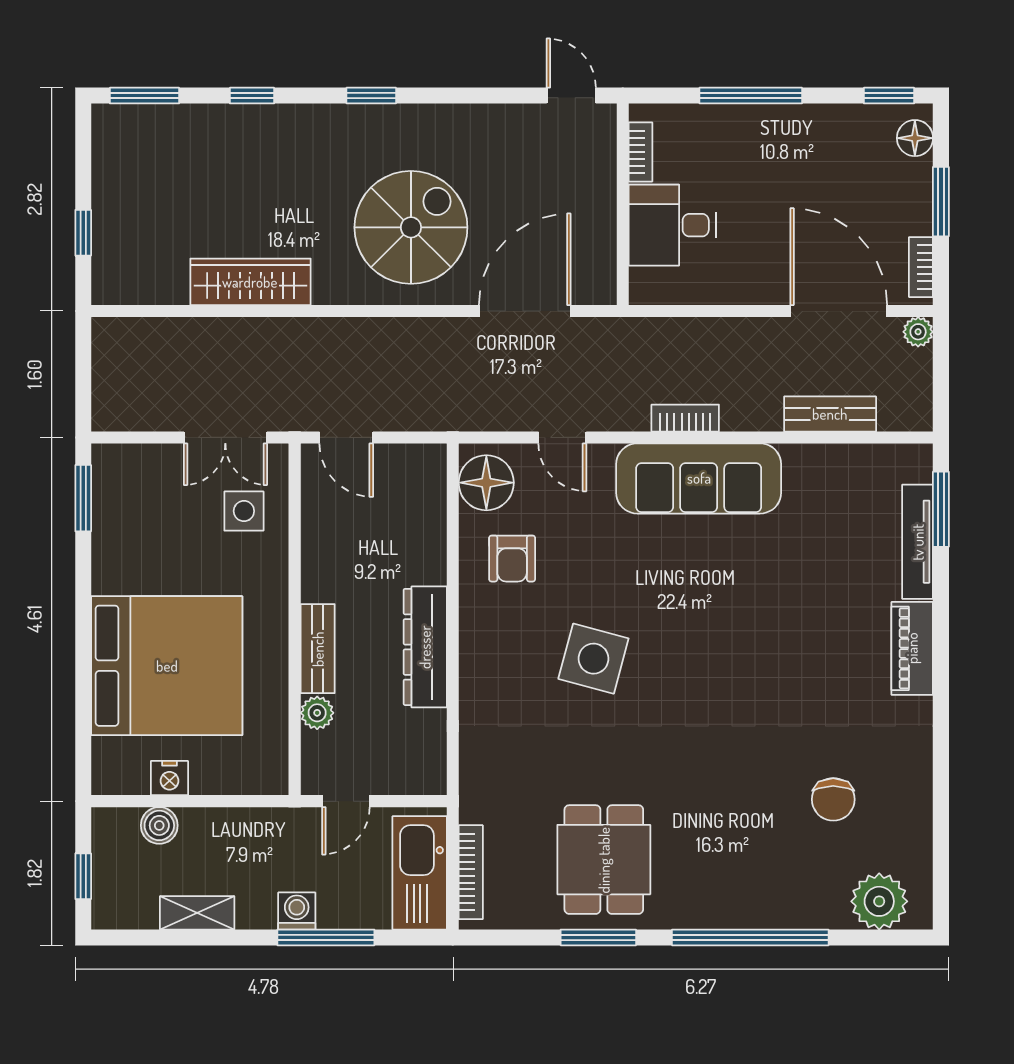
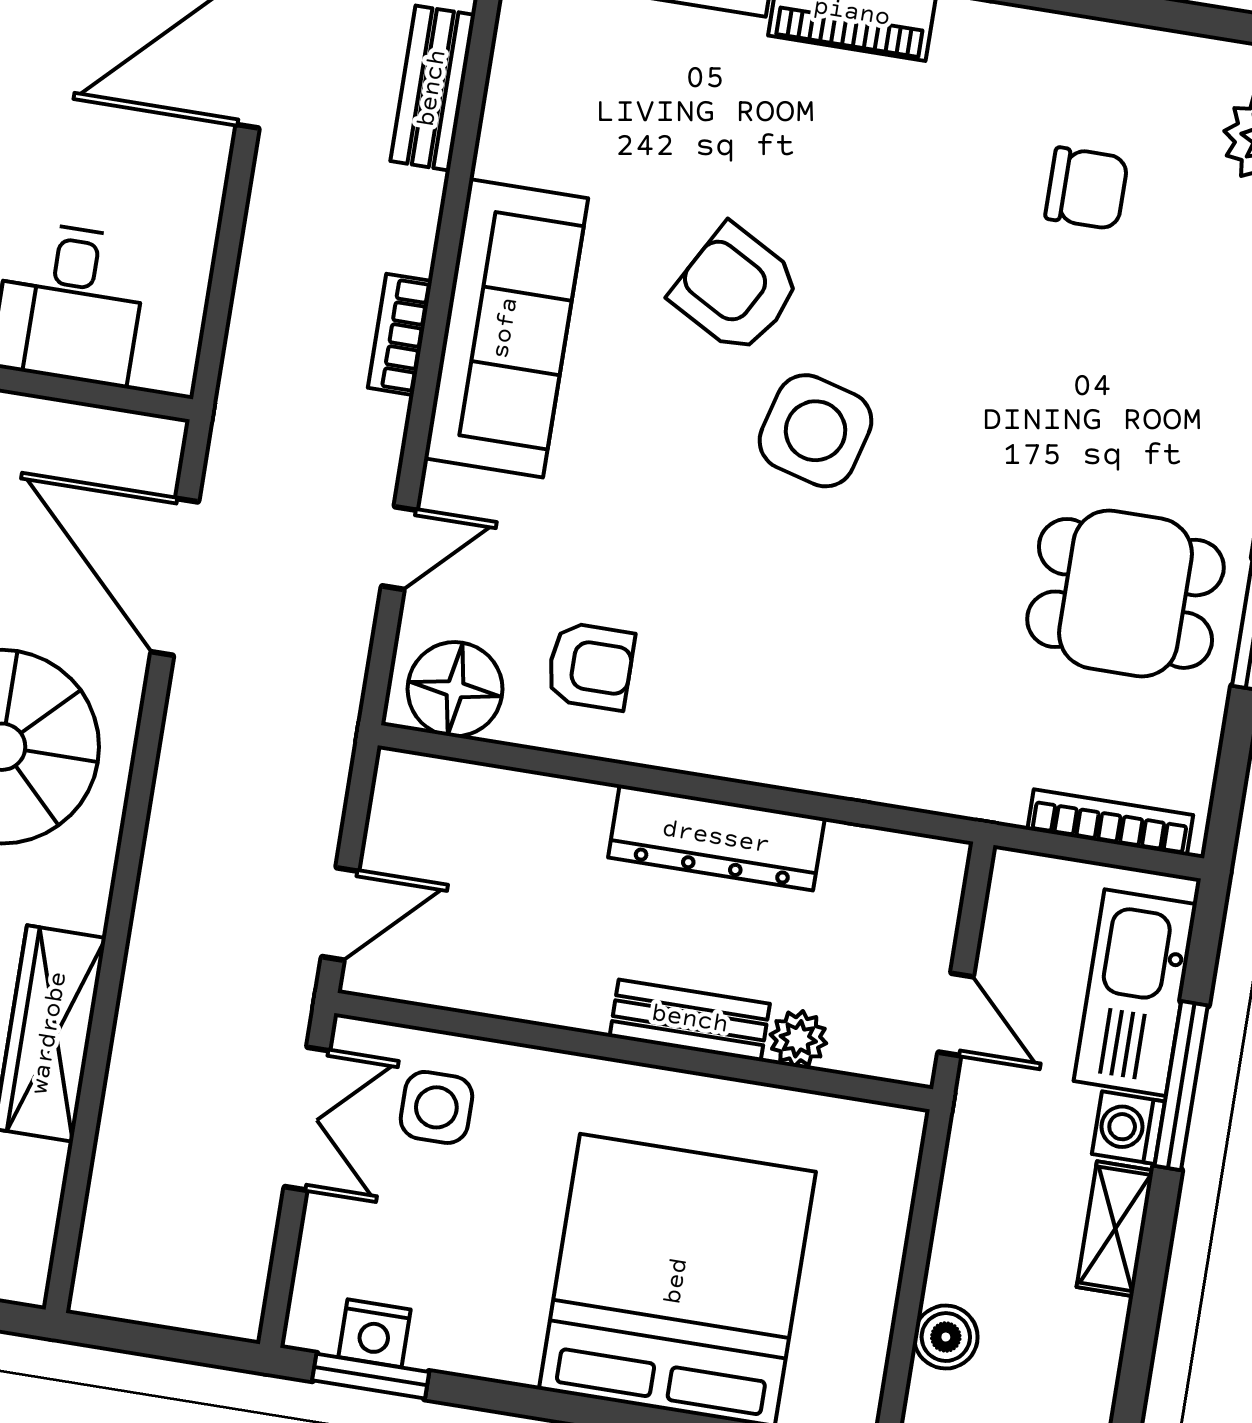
armchair: (743, 607) -> (736, 289), added
side table: (593, 659) -> (816, 431), moved
nightstand: (169, 778) -> (374, 1333), moved, turned 90
kitchen sink: (420, 873) -> (1135, 993), moved, turned 90
shelving: (197, 913) -> (1115, 1229), moved

